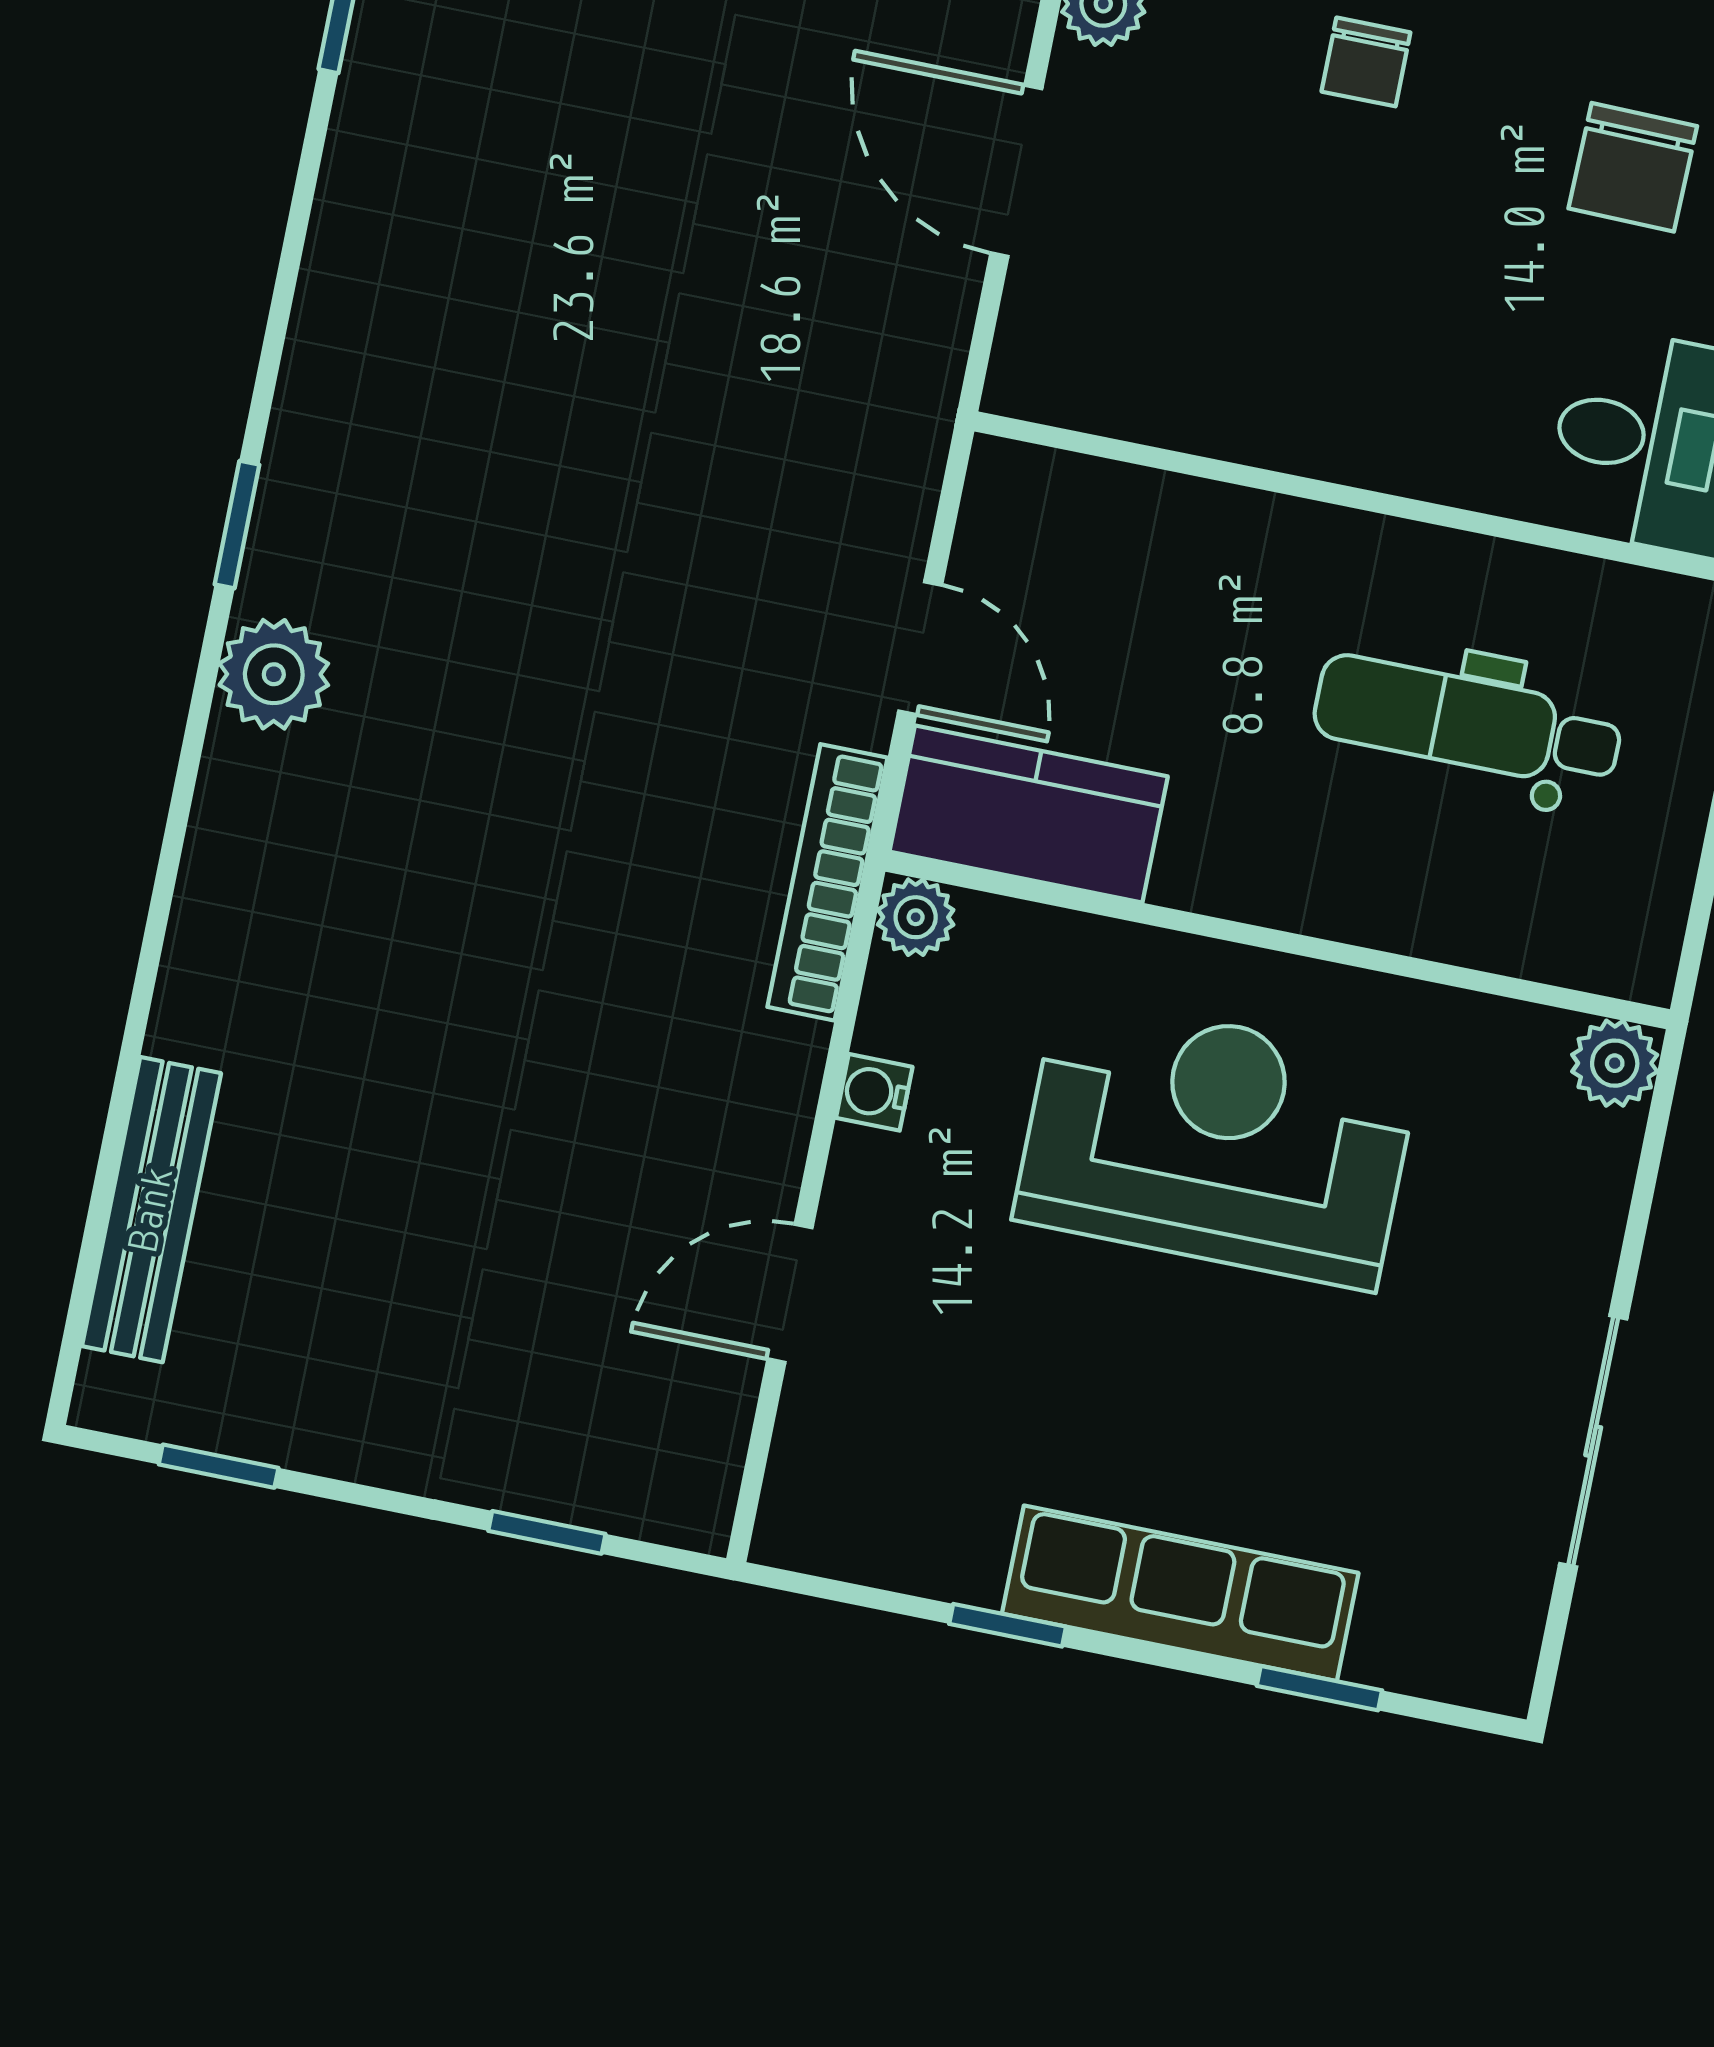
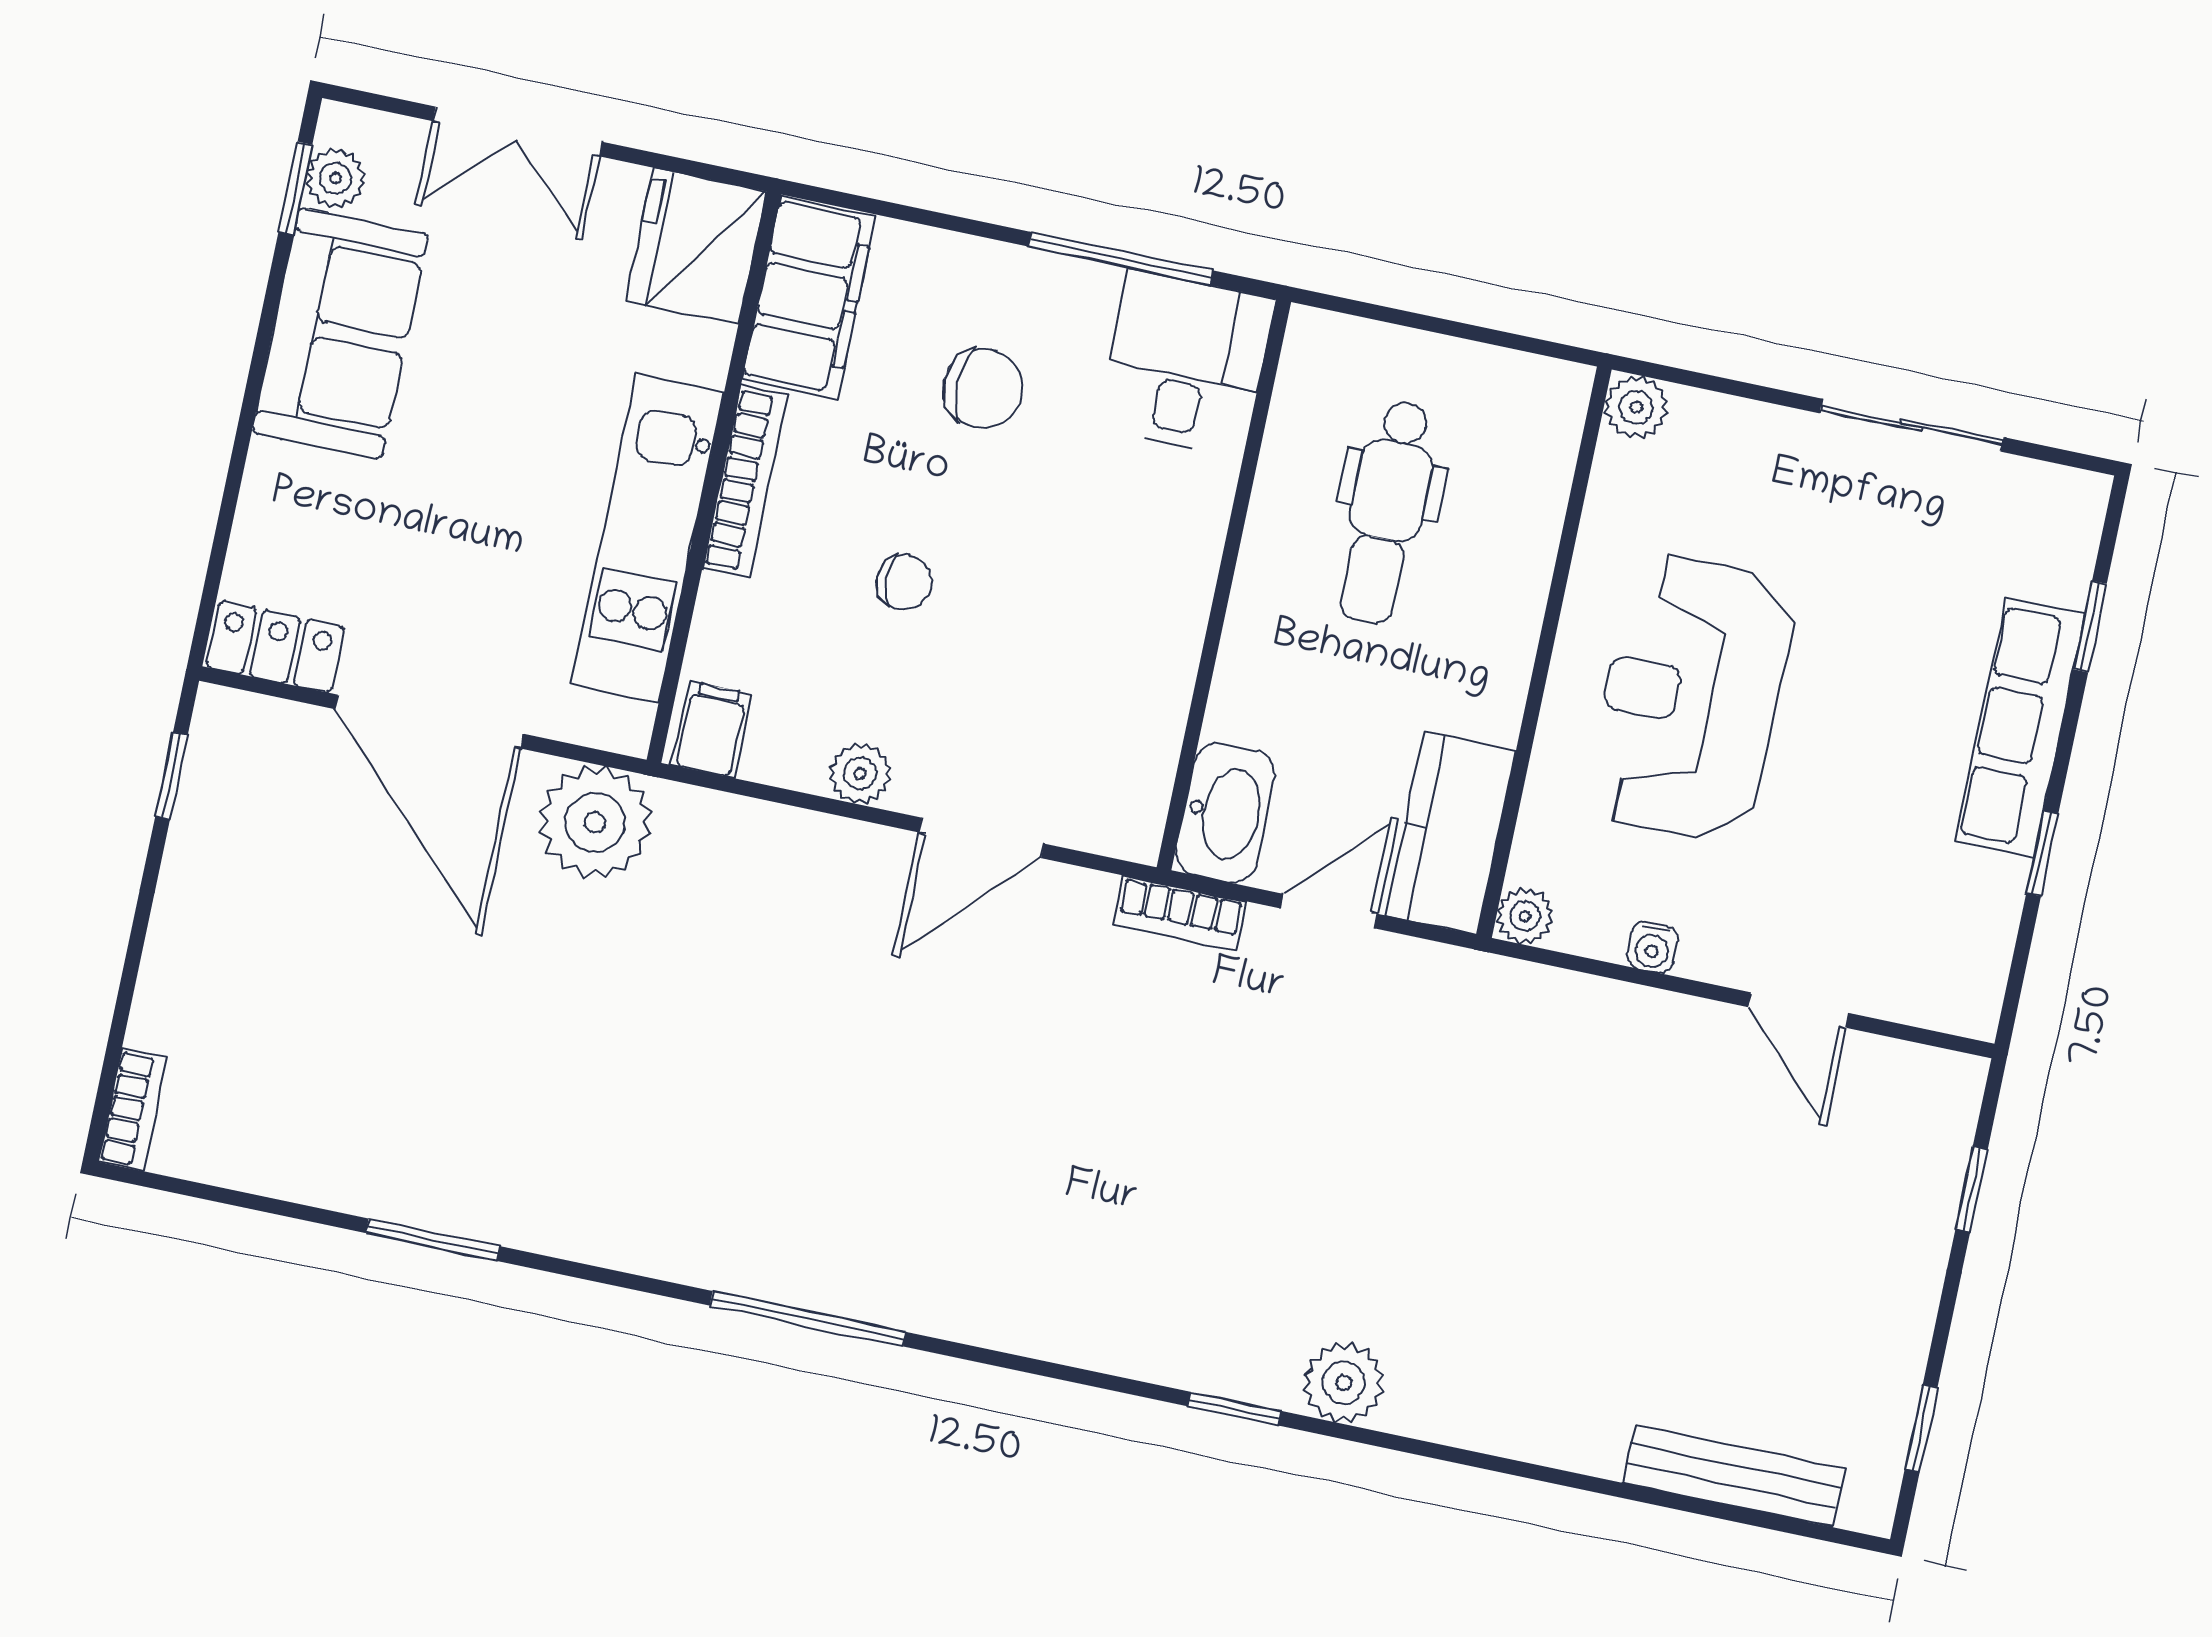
washbasin: (1054, 505) -> (1225, 813), added
bookcase: (827, 882) -> (1180, 913), moved, width x0.64

